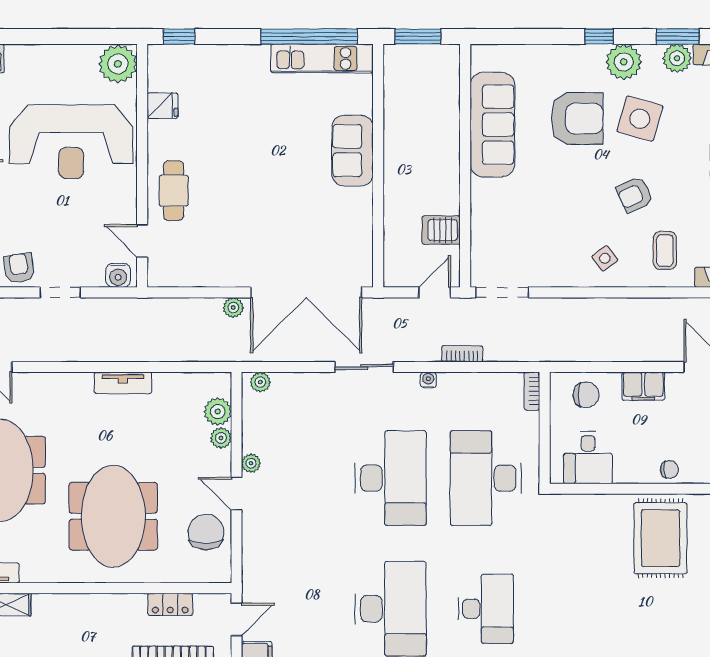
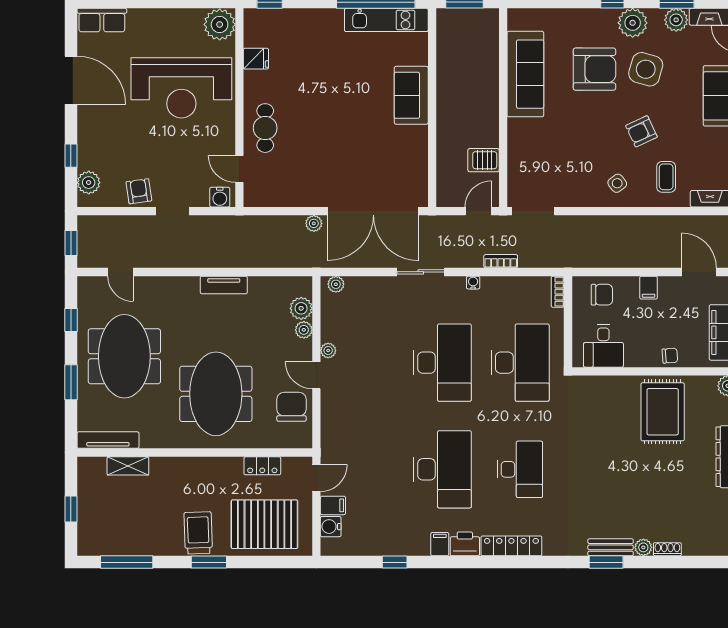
filing cabinet: (643, 386) -> (649, 288), width x0.50
desk: (486, 478) -> (520, 363), turned 180

